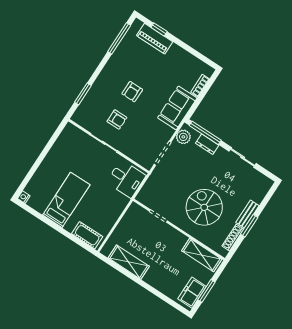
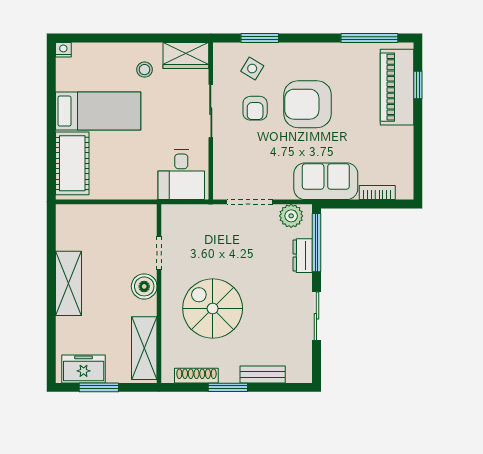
piano: (155, 39) -> (397, 87), width x1.37, depth x1.33
armchair: (132, 92) -> (307, 104), width x1.88, depth x1.88
side table: (96, 108) -> (252, 68), added
wardrobe: (67, 137) -> (186, 55), added
stool: (61, 163) -> (145, 70), added
spiral stairs: (204, 207) -> (213, 308), turned -90
bench: (247, 214) -> (263, 374), moved
cot: (87, 235) -> (72, 163), width x1.37, depth x1.34
boiler: (170, 235) -> (144, 286), added
shelving: (129, 262) -> (68, 283), moved

